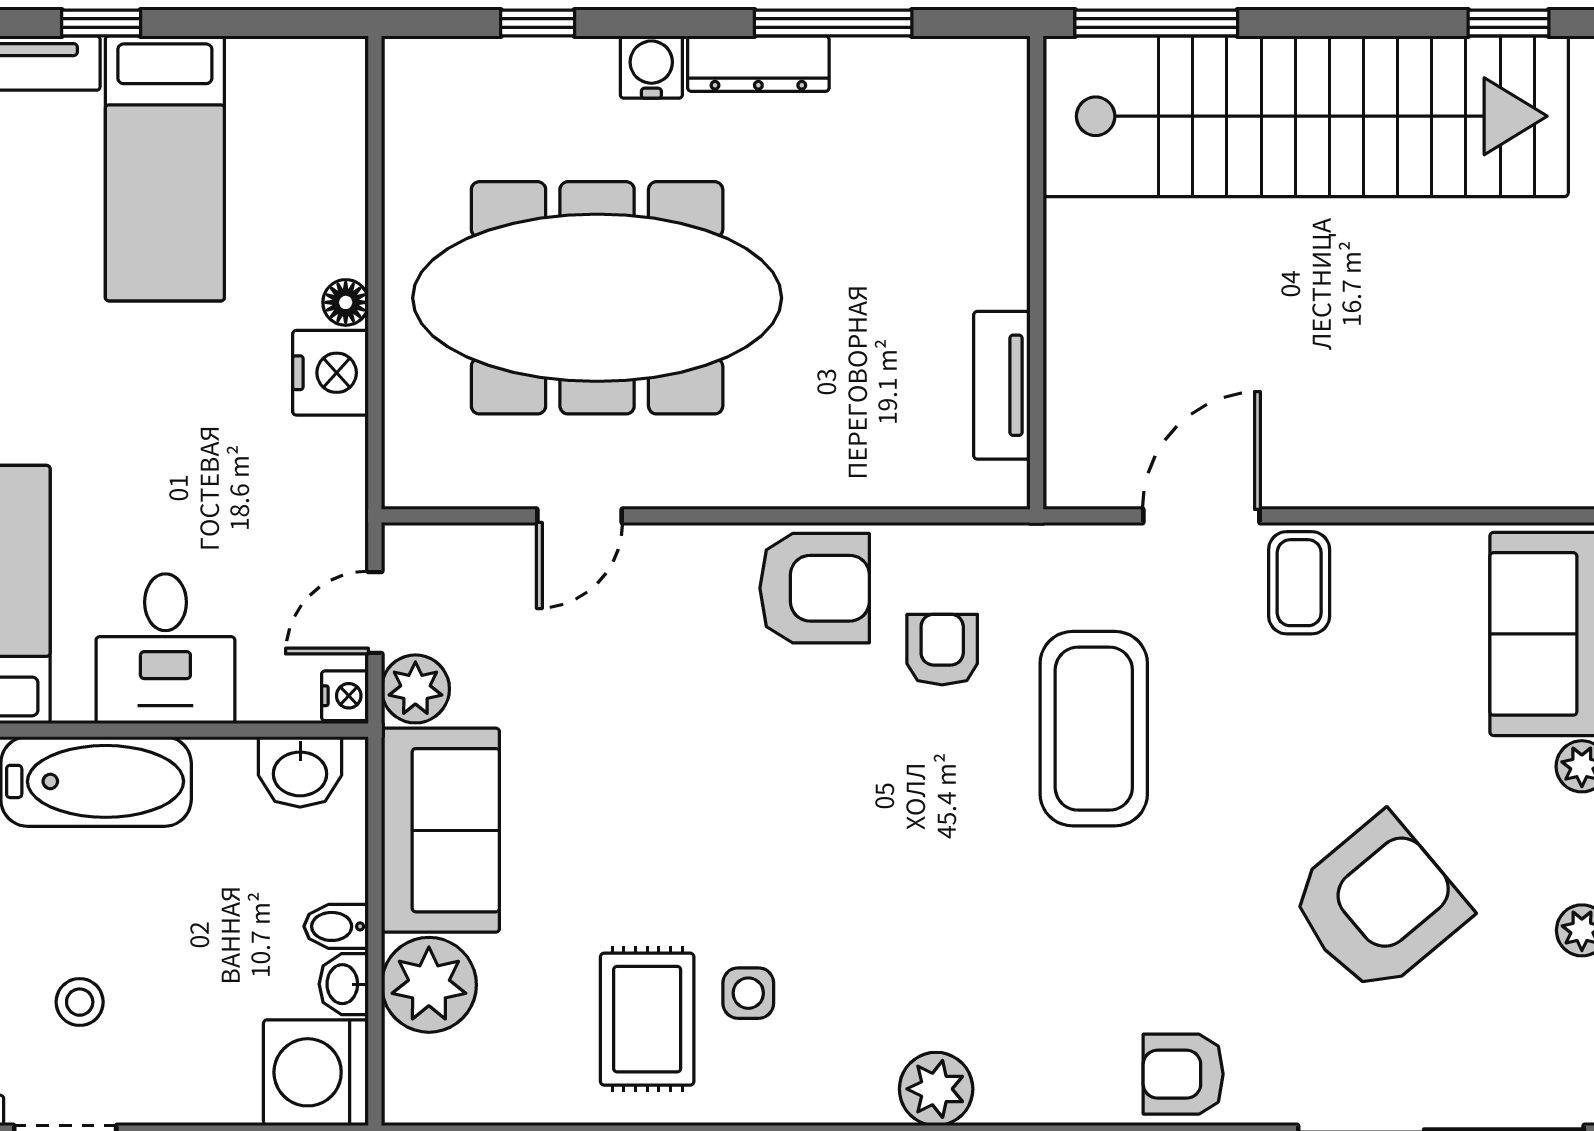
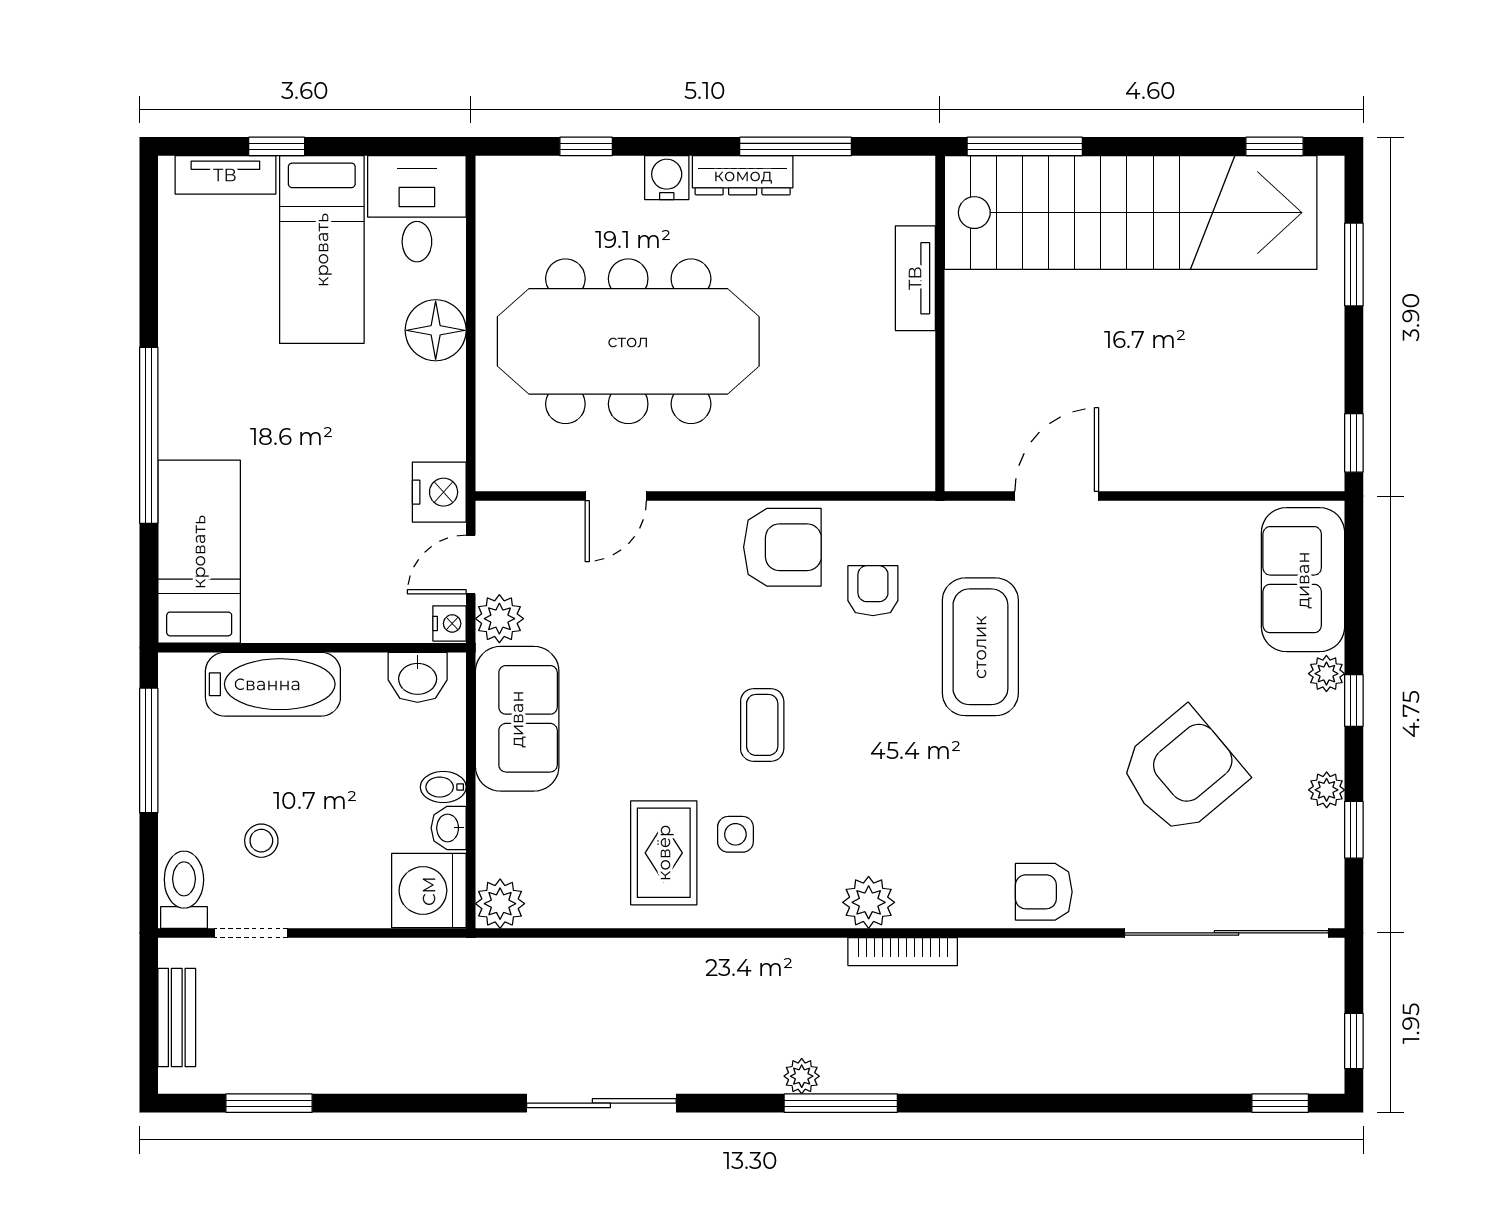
floor lamp: (346, 302) -> (436, 330), width x1.89, depth x1.89
nightstand: (331, 373) -> (439, 492), moved
tv unit: (1002, 385) -> (915, 278), moved
coffee table: (1299, 583) -> (762, 725), moved
desk: (165, 649) -> (417, 209), moved, turned 180
plant: (429, 985) -> (500, 904), moved, width x0.73, depth x0.73

